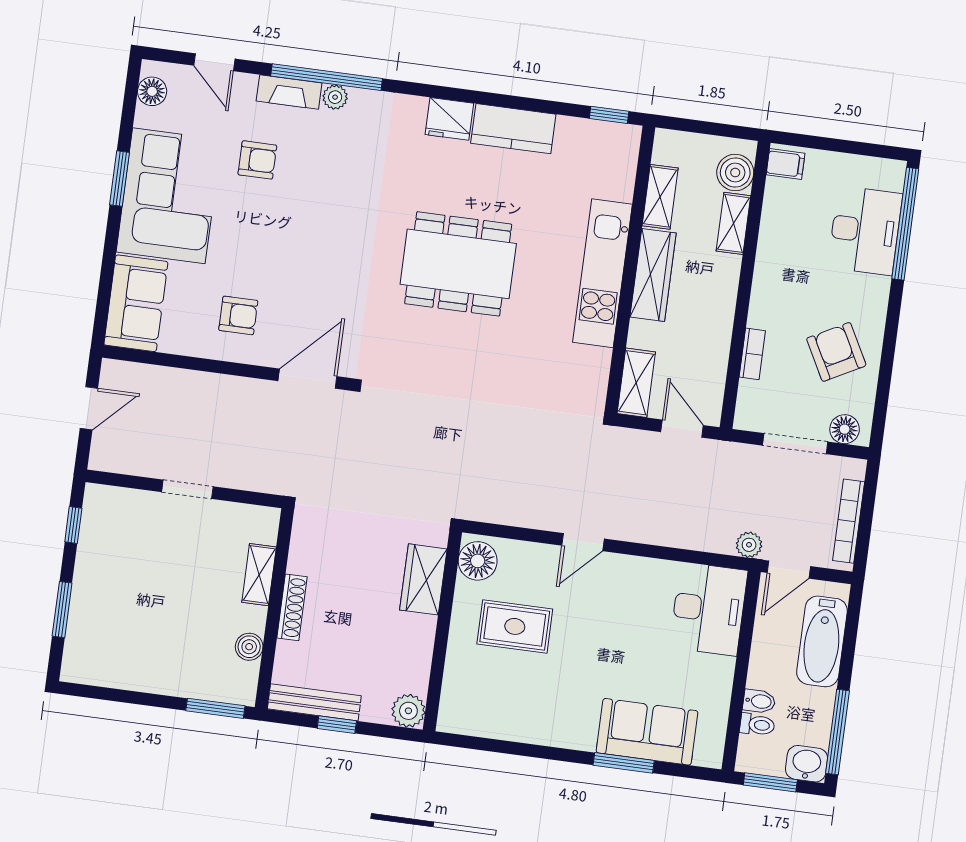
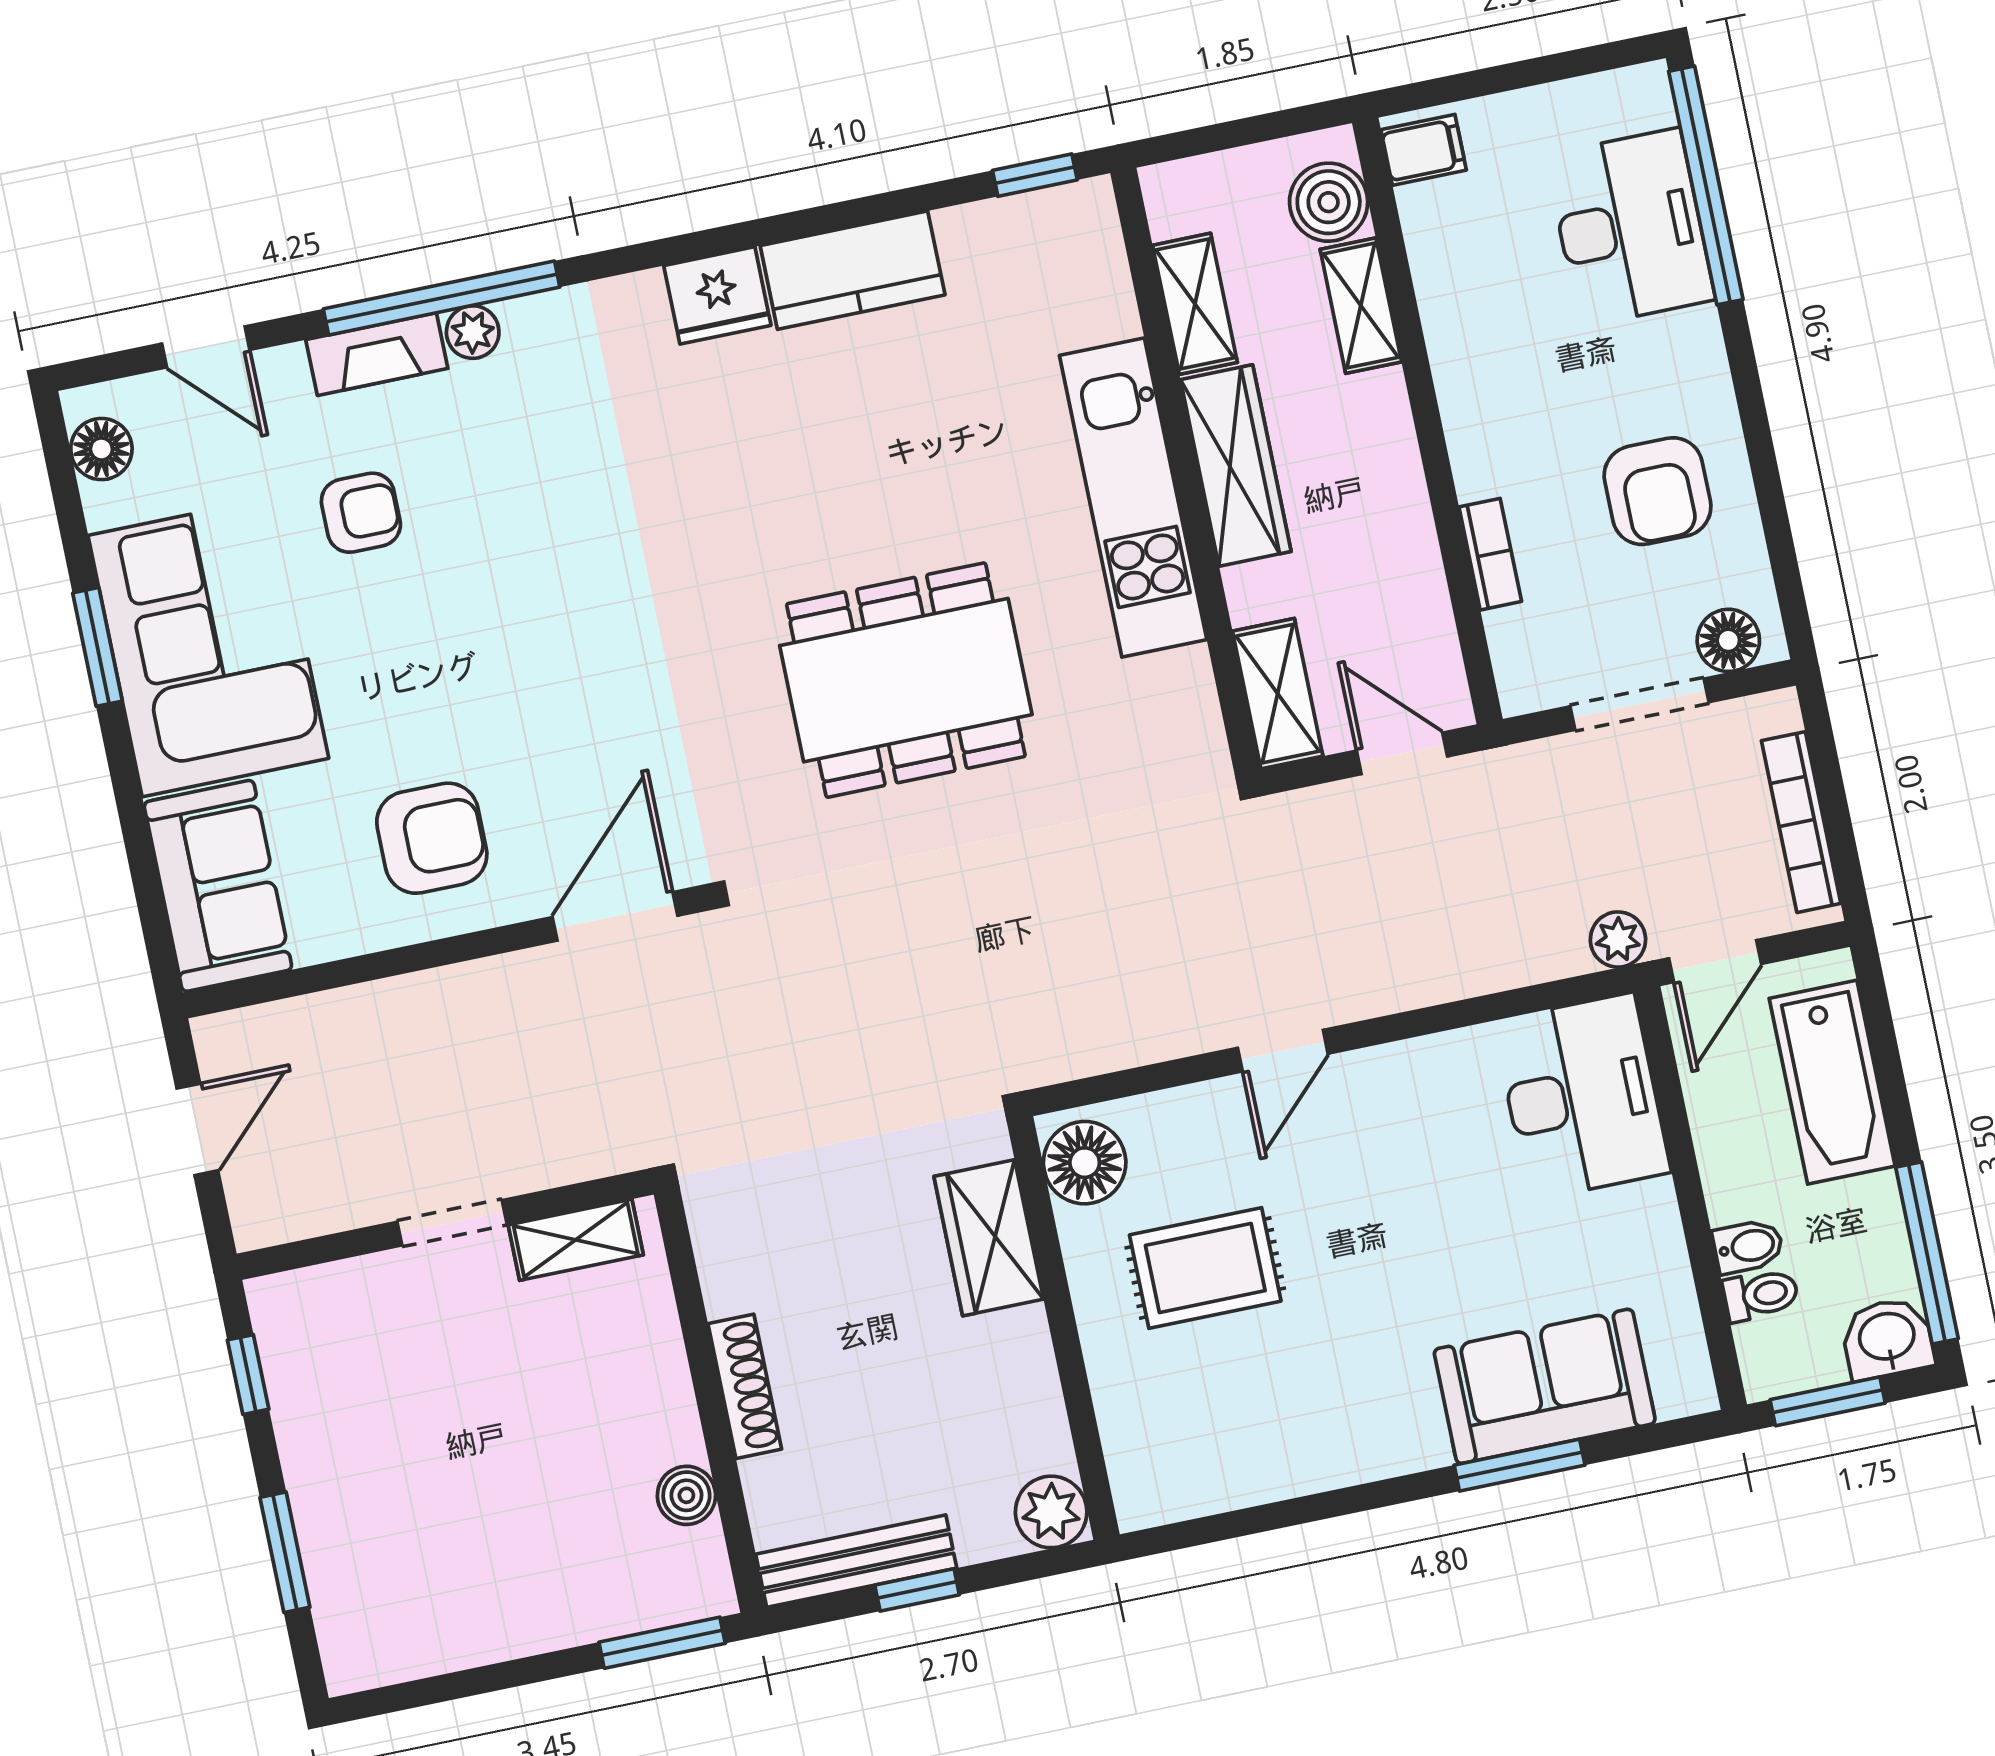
dining table: (458, 264) -> (906, 680), moved
armchair: (238, 315) -> (432, 838), width x1.38, depth x1.38
armchair: (836, 352) -> (1658, 491), turned -152
shelving: (259, 575) -> (576, 1240), moved, turned 90

